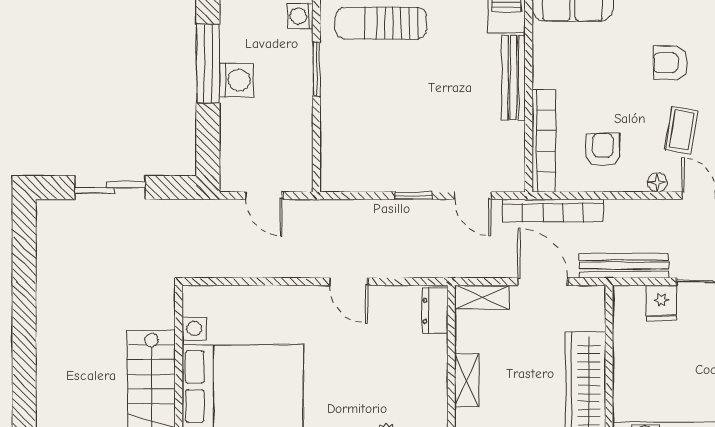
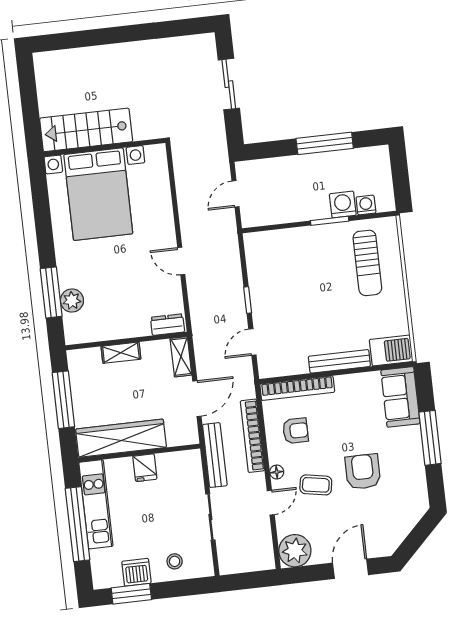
sun lounger: (381, 23) -> (367, 263), turned 180
armchair: (670, 63) -> (363, 472), width x1.38, depth x1.38
washing machine: (236, 80) -> (343, 205), moved, turned 180
bookcase: (553, 211) -> (252, 436), moved
door: (349, 282) -> (181, 261), hinge flipped
fridge: (661, 303) -> (145, 468), moved, turned -90

